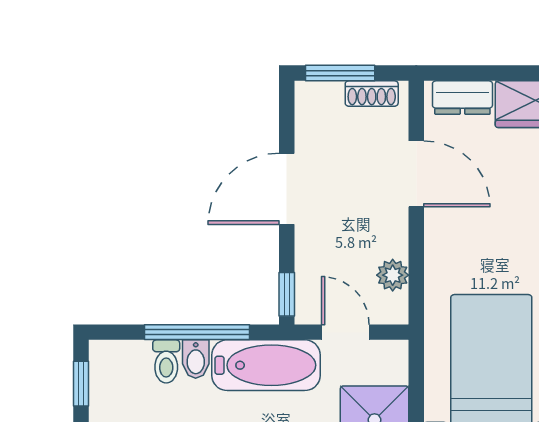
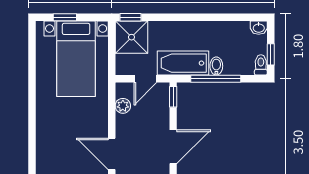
door: (345, 332) -> (145, 79), hinge flipped
toilet: (166, 361) -> (261, 65), moved

